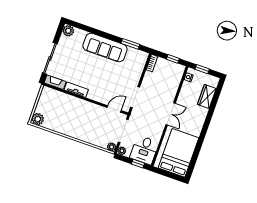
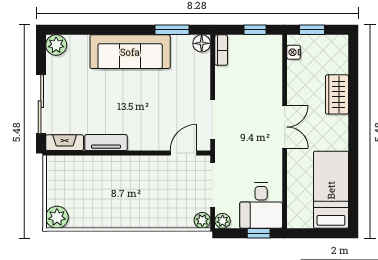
floor lamp: (143, 56) -> (202, 43), added
wardrobe: (207, 96) -> (337, 94), moved
bed: (179, 153) -> (331, 190), width x0.67

